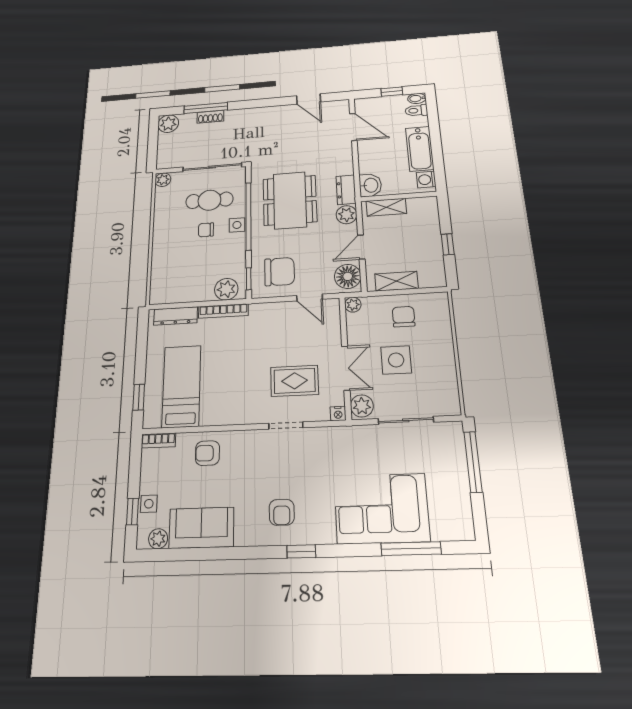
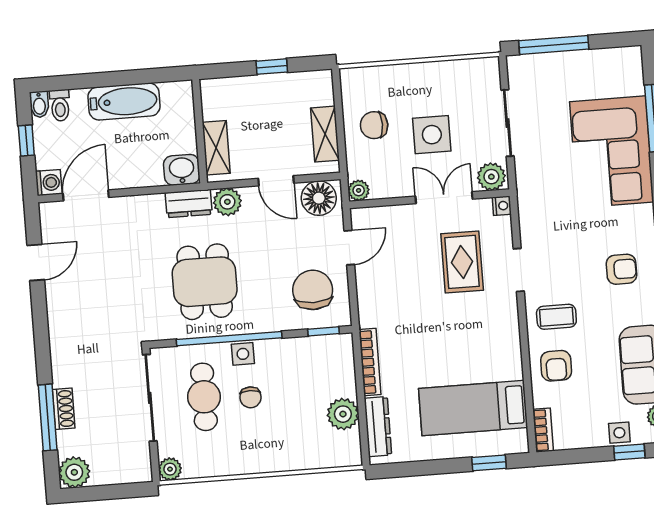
washing machine: (426, 180) -> (49, 183), moved, turned -90
dining table: (290, 200) -> (205, 282), width x0.73
plant: (226, 289) -> (343, 414), moved
coffee table: (246, 455) -> (556, 317), added

